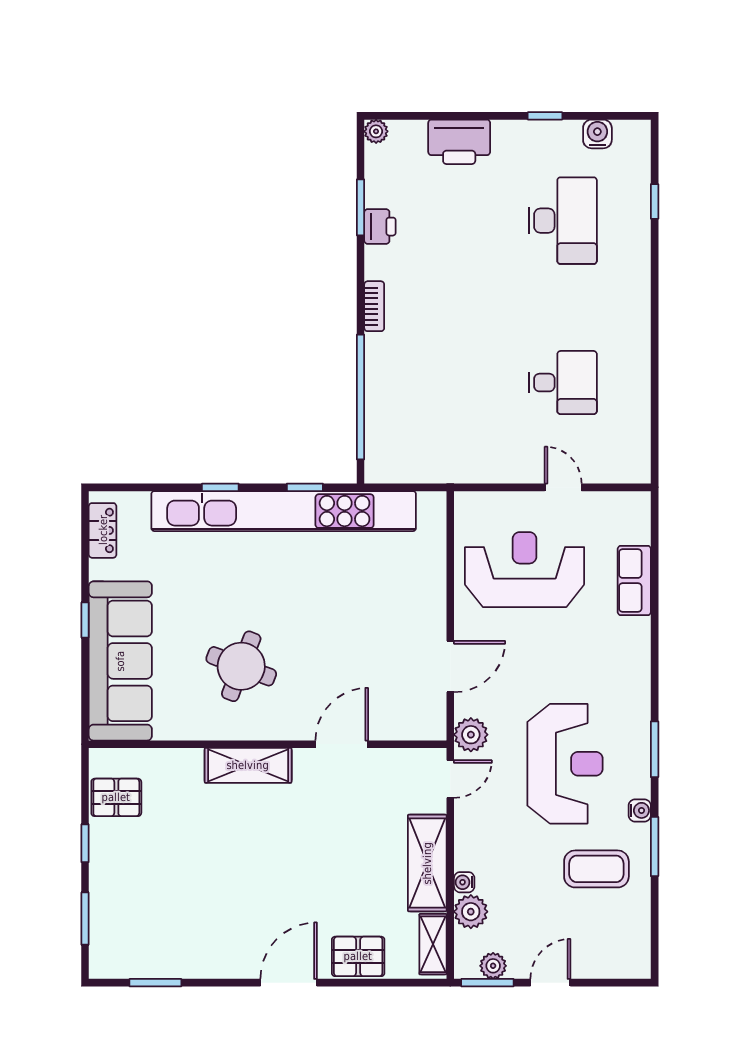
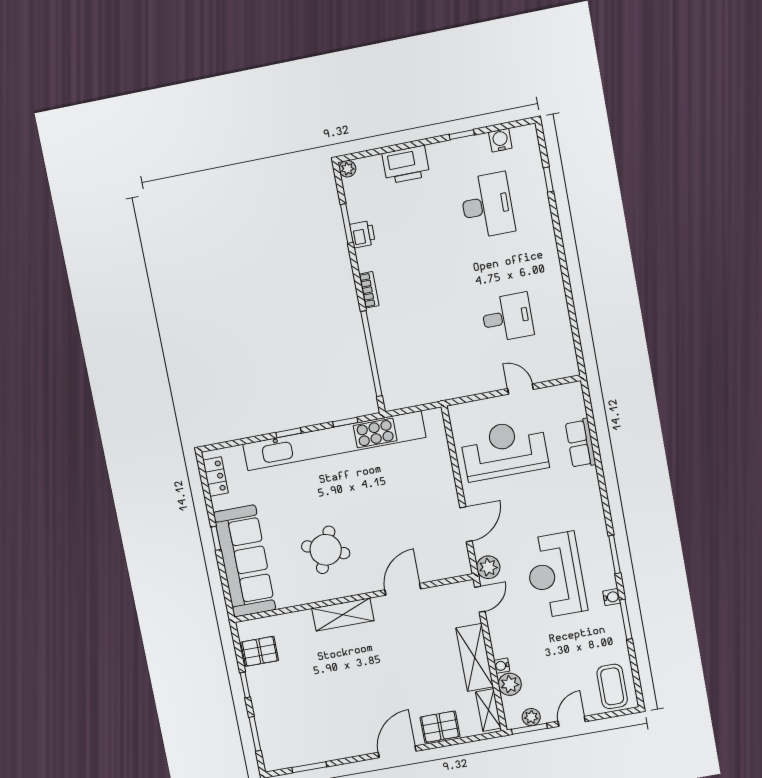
reception desk: (565, 764) -> (555, 575), turned 180
coffee table: (596, 869) -> (612, 686), moved, turned 90

